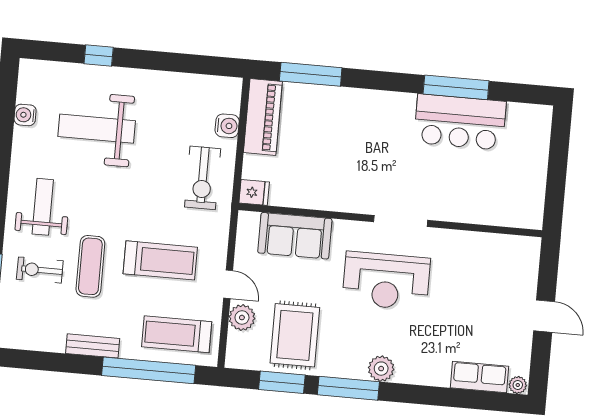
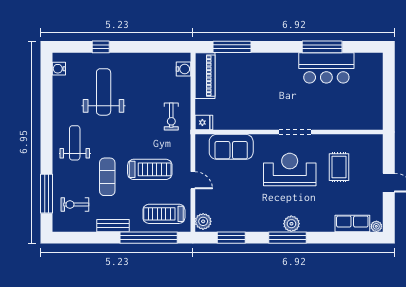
water cooler: (25, 115) -> (59, 69), moved
water cooler: (227, 126) -> (184, 69), moved
weight bench: (97, 129) -> (104, 92), turned 90
exercise bike: (203, 178) -> (171, 116), width x0.73, depth x0.72
exercise bike: (40, 270) -> (75, 204), moved
reception desk: (386, 281) -> (290, 170), turned 180
plant: (242, 318) -> (203, 221), moved
rug: (295, 335) -> (339, 167), moved, width x0.73, depth x0.70
window: (348, 388) -> (288, 238), moved

